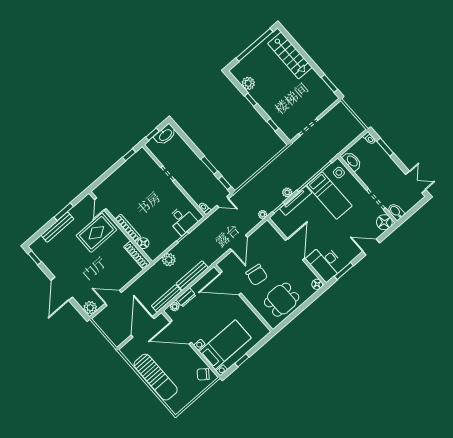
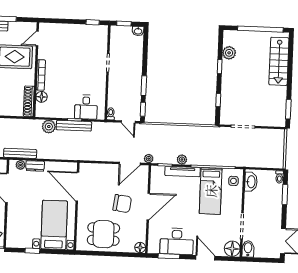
washbasin: (165, 135) -> (138, 31), width x0.52, depth x0.69
door: (239, 243) -> (130, 163), moved
desk: (325, 263) -> (177, 241), moved, turned -90
chair: (257, 275) -> (122, 204), moved, turned -92
bench: (192, 276) -> (74, 126), moved
bed with nightstands: (225, 345) -> (54, 225), moved, turned -90

